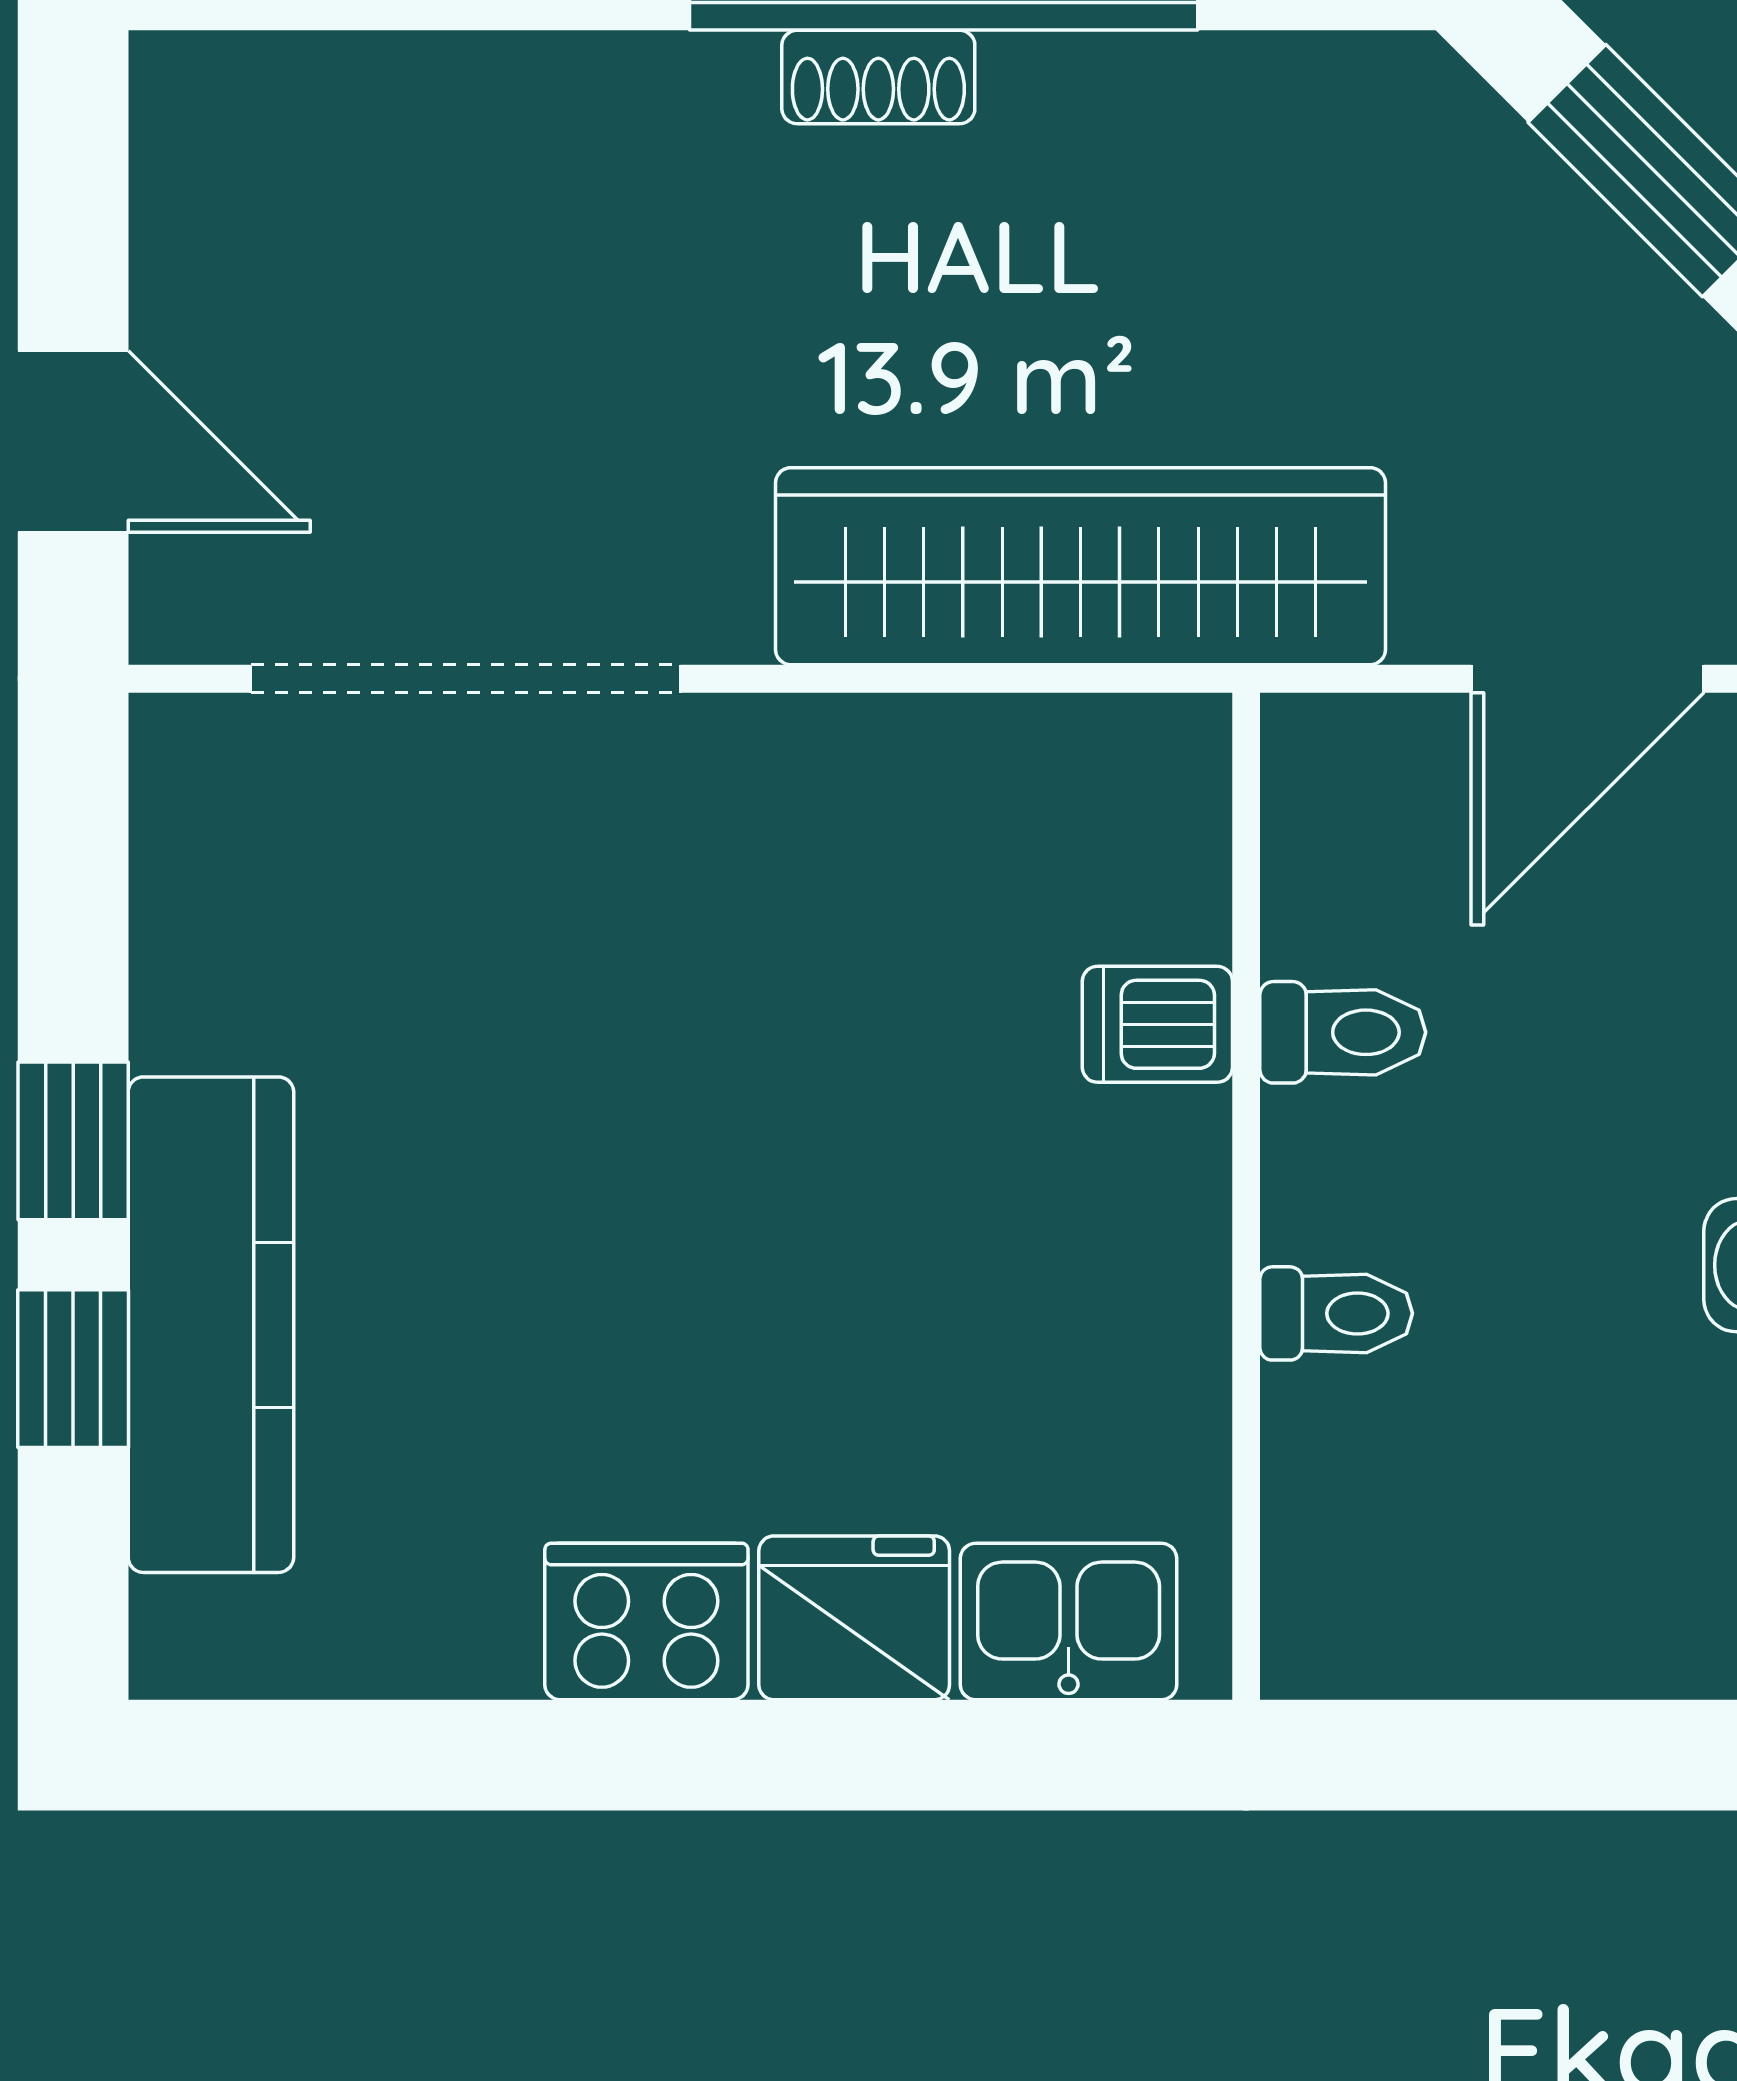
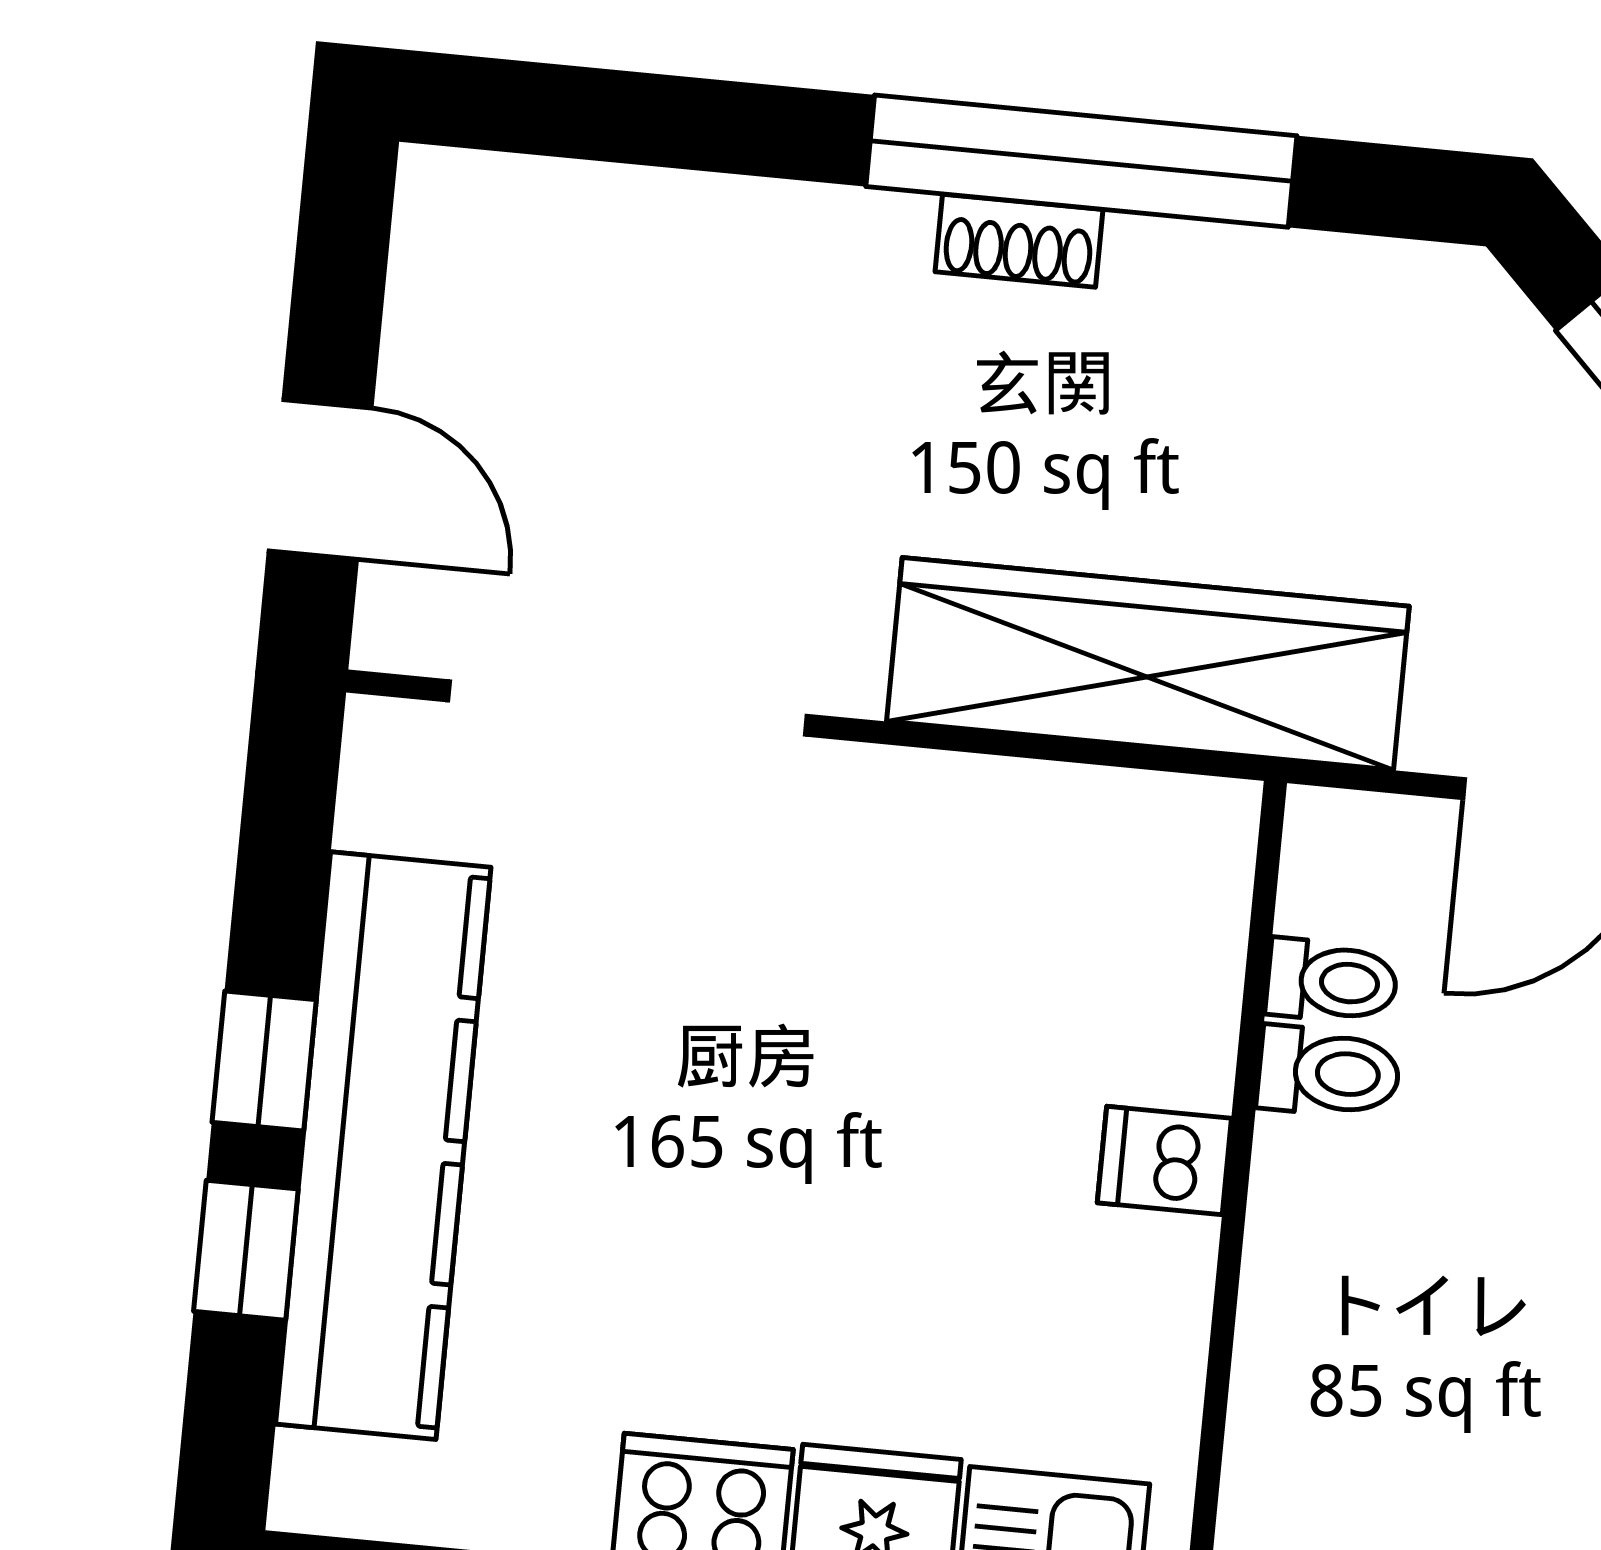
dishwasher: (1157, 1024) -> (1164, 1161), moved
toilet: (1336, 1313) -> (1332, 981), moved
kitchen counter: (211, 1325) -> (383, 1146), width x1.39, depth x1.17

